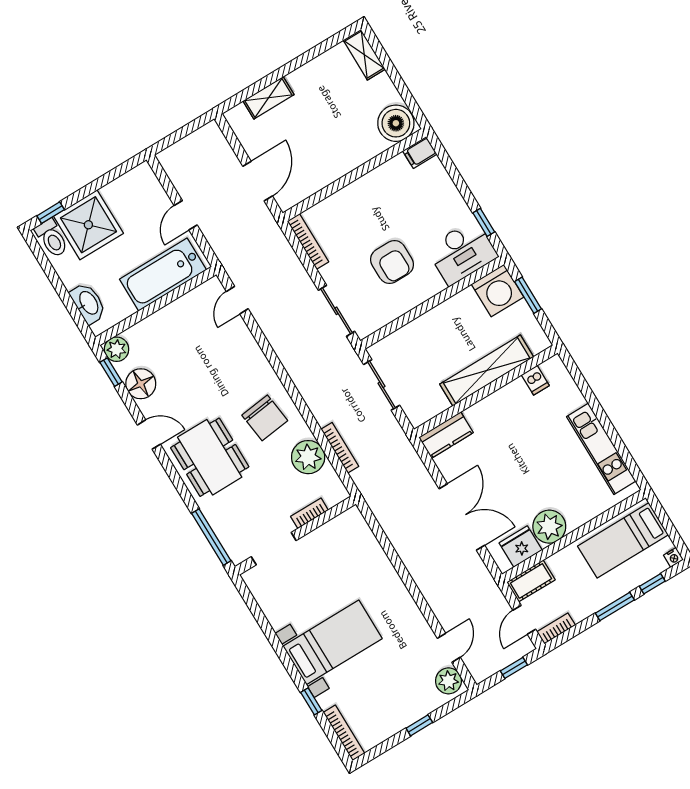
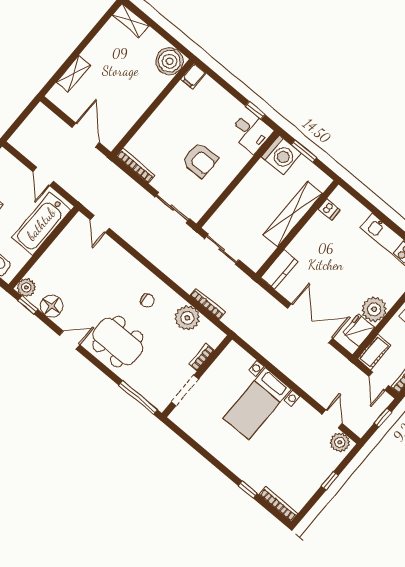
desk: (462, 252) -> (251, 132), width x0.73
chair: (265, 418) -> (147, 301), width x0.54, depth x0.54
bed with nightstands: (333, 642) -> (257, 404), moved, turned 180

